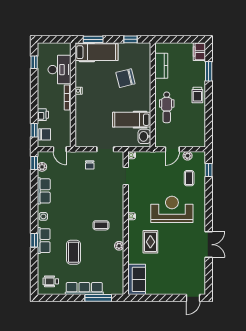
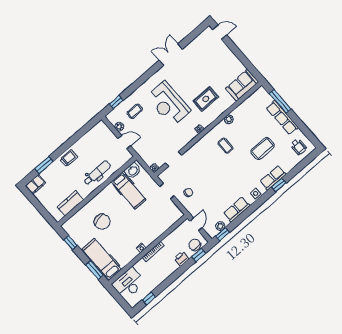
desk: (59, 70) -> (129, 283), moved

